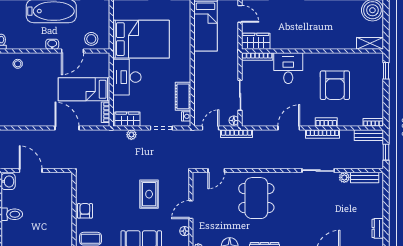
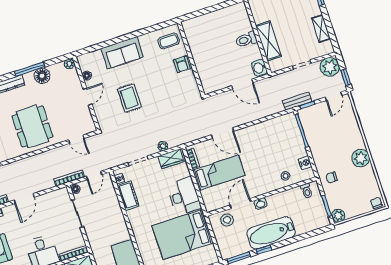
door: (216, 171) -> (76, 139), swing flipped

